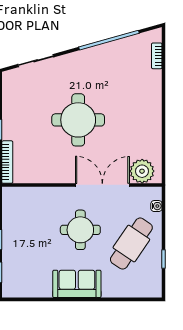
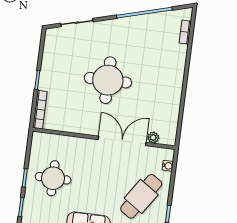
plant: (142, 171) -> (153, 138), width x0.53, depth x0.53
round table: (80, 230) -> (53, 178), moved

